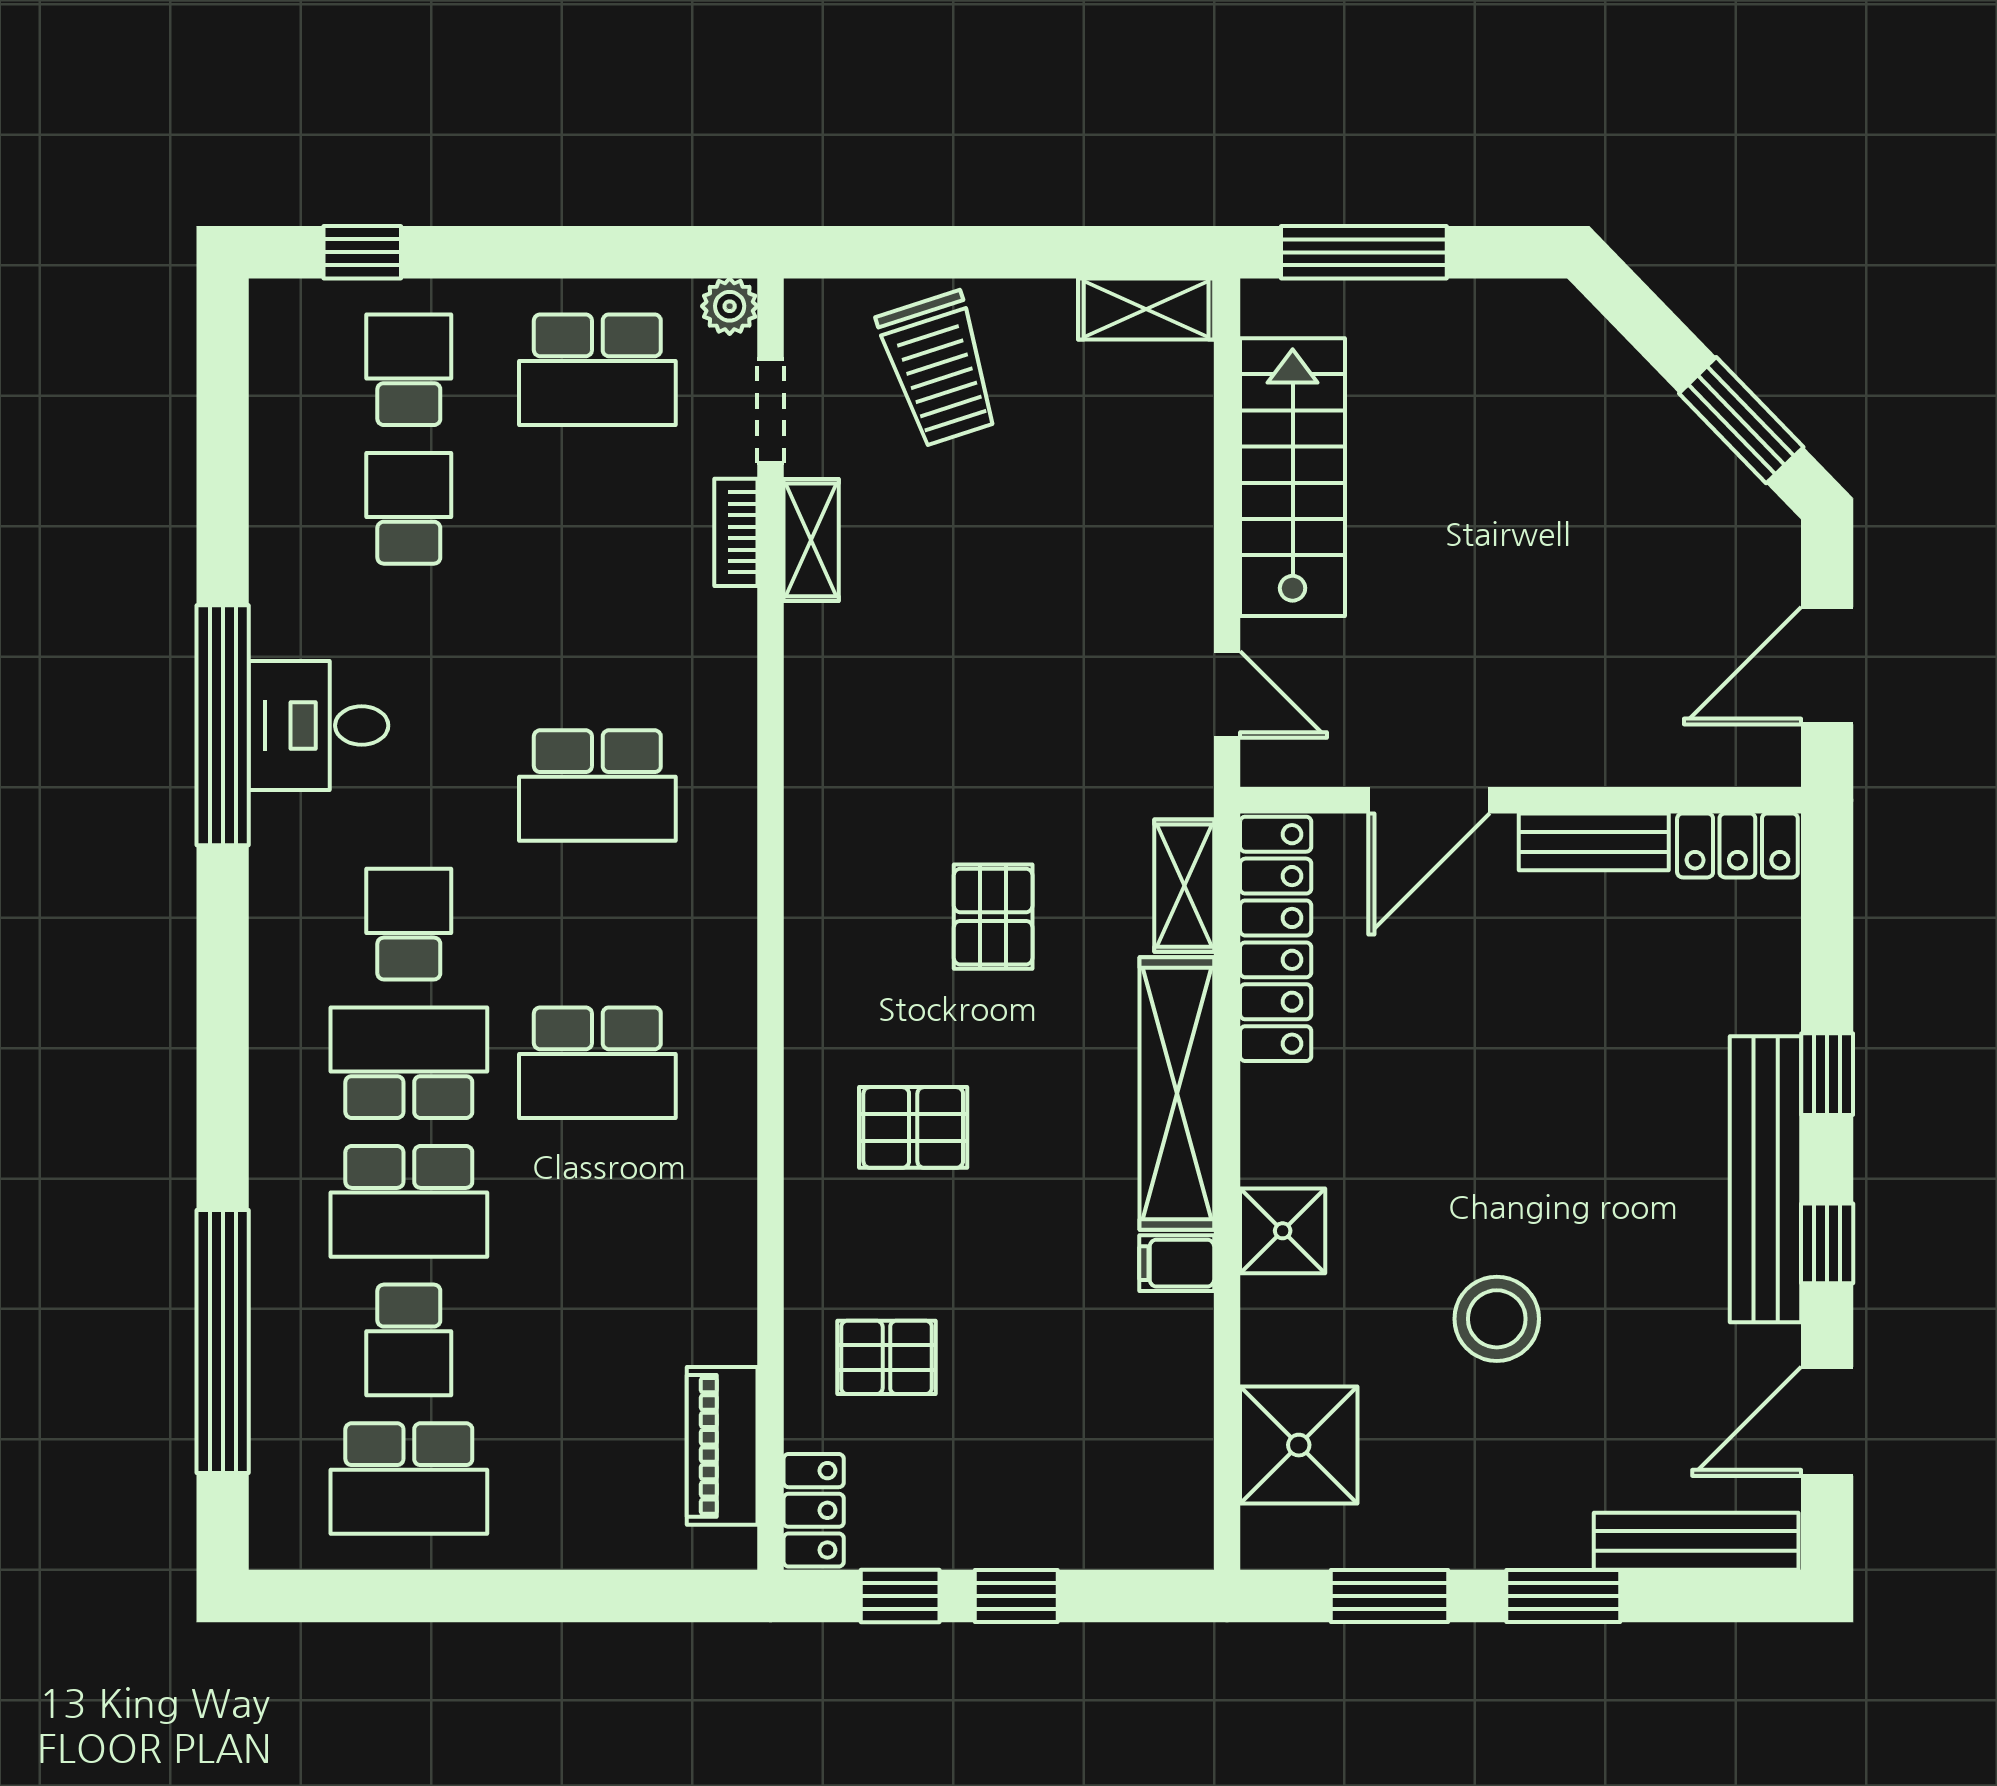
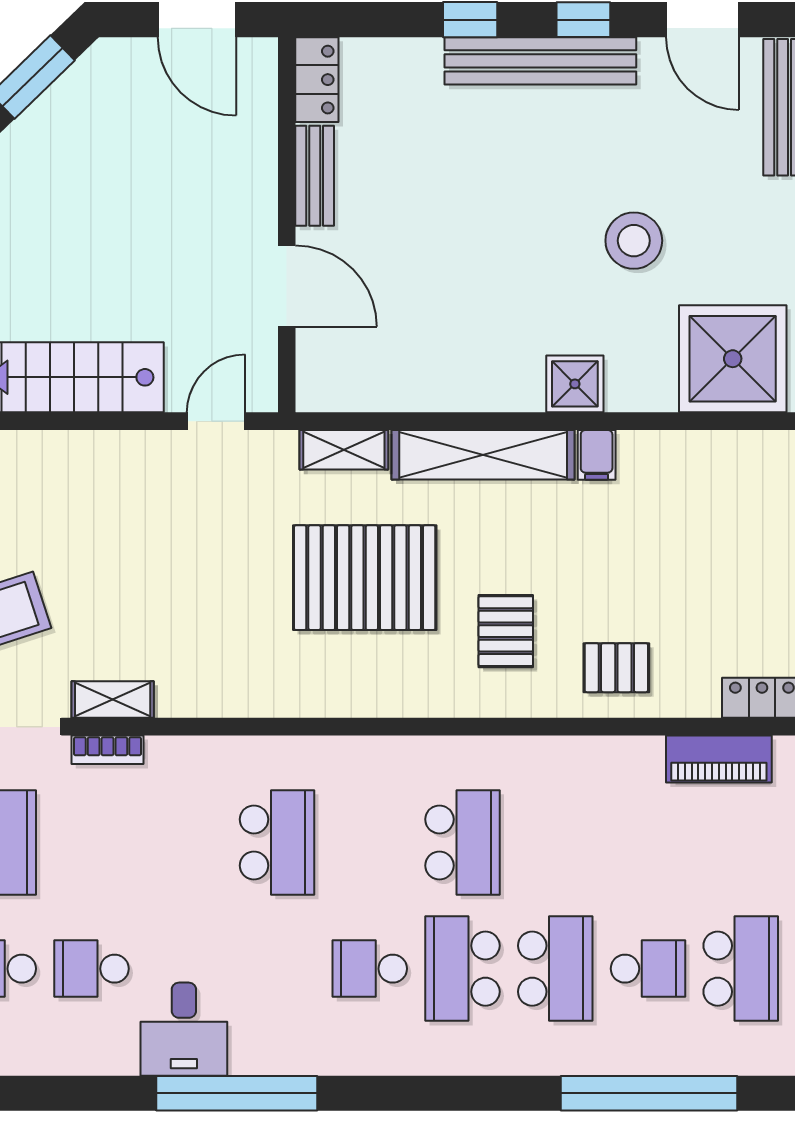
desk: (318, 726) -> (184, 1029), moved
pallet: (993, 917) -> (365, 578), width x2.05, depth x2.00
locker: (1276, 939) -> (380, 389), removed
pallet: (886, 1357) -> (616, 668), moved, turned 90
shower: (1299, 1445) -> (733, 359), width x1.37, depth x1.37

